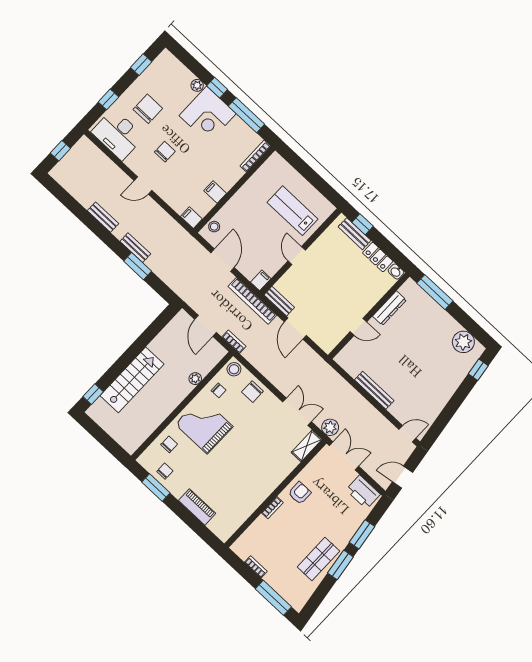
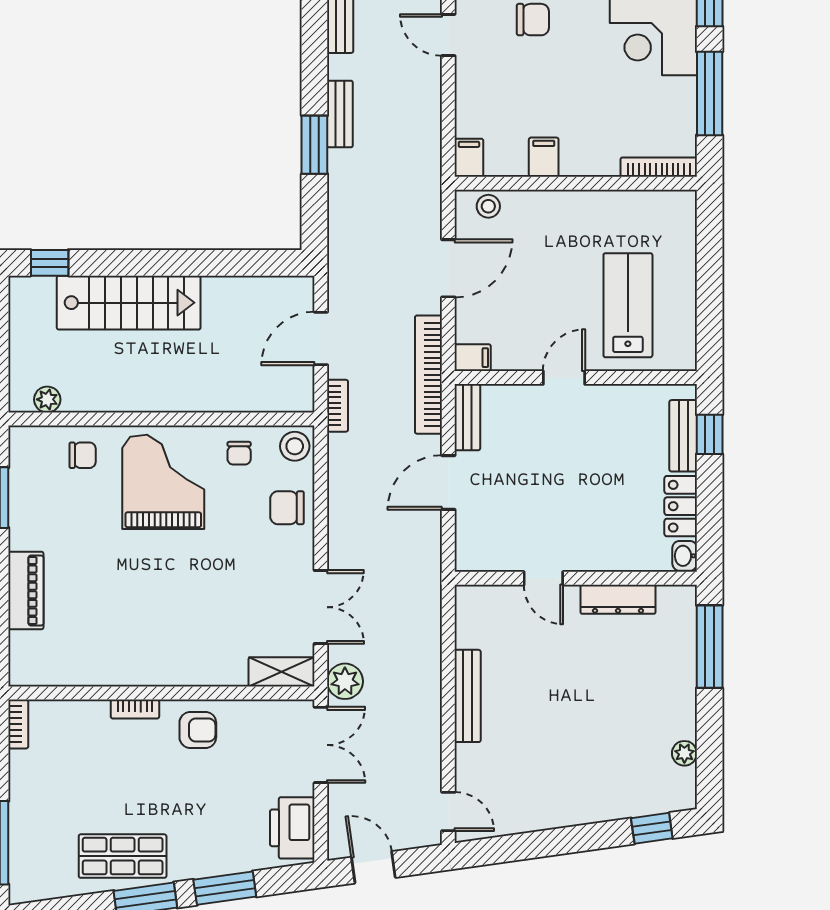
plant: (463, 342) -> (684, 753), width x0.53, depth x0.53
plant: (195, 379) -> (47, 399), moved
chair: (165, 471) -> (35, 488), removed
bookcase: (256, 567) -> (18, 724), moved

